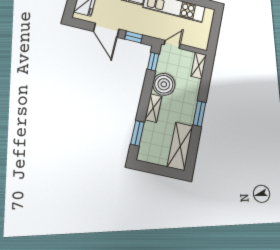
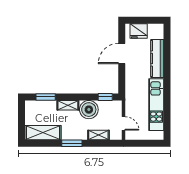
window: (134, 37) -> (122, 77), removed
door: (172, 44) -> (124, 123), moved
shelving: (199, 66) -> (98, 135), moved

